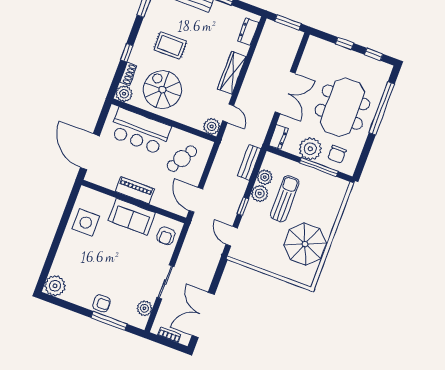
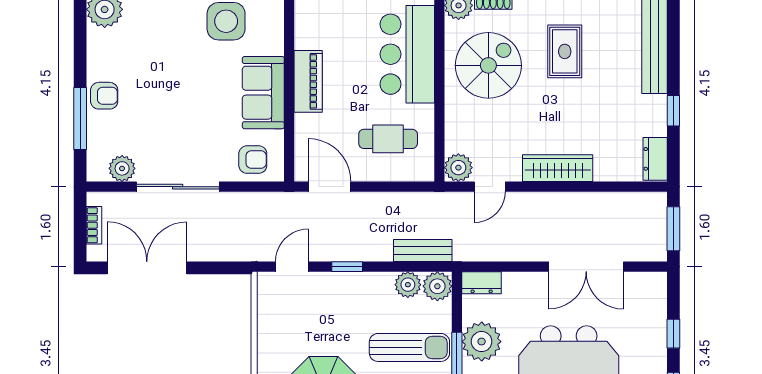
dresser: (248, 31) -> (655, 159), moved, turned -90
double door: (285, 93) -> (586, 267), moved
cafe table: (182, 159) -> (388, 139), turned -31
plant: (260, 193) -> (437, 286), moved
sun lounger: (285, 199) -> (409, 347), moved
door: (196, 200) -> (330, 187), hinge flipped
armchair: (166, 236) -> (253, 160), turned 180
sliding door: (165, 282) -> (178, 187), width x1.37
armchair: (102, 303) -> (104, 96), turned -90

